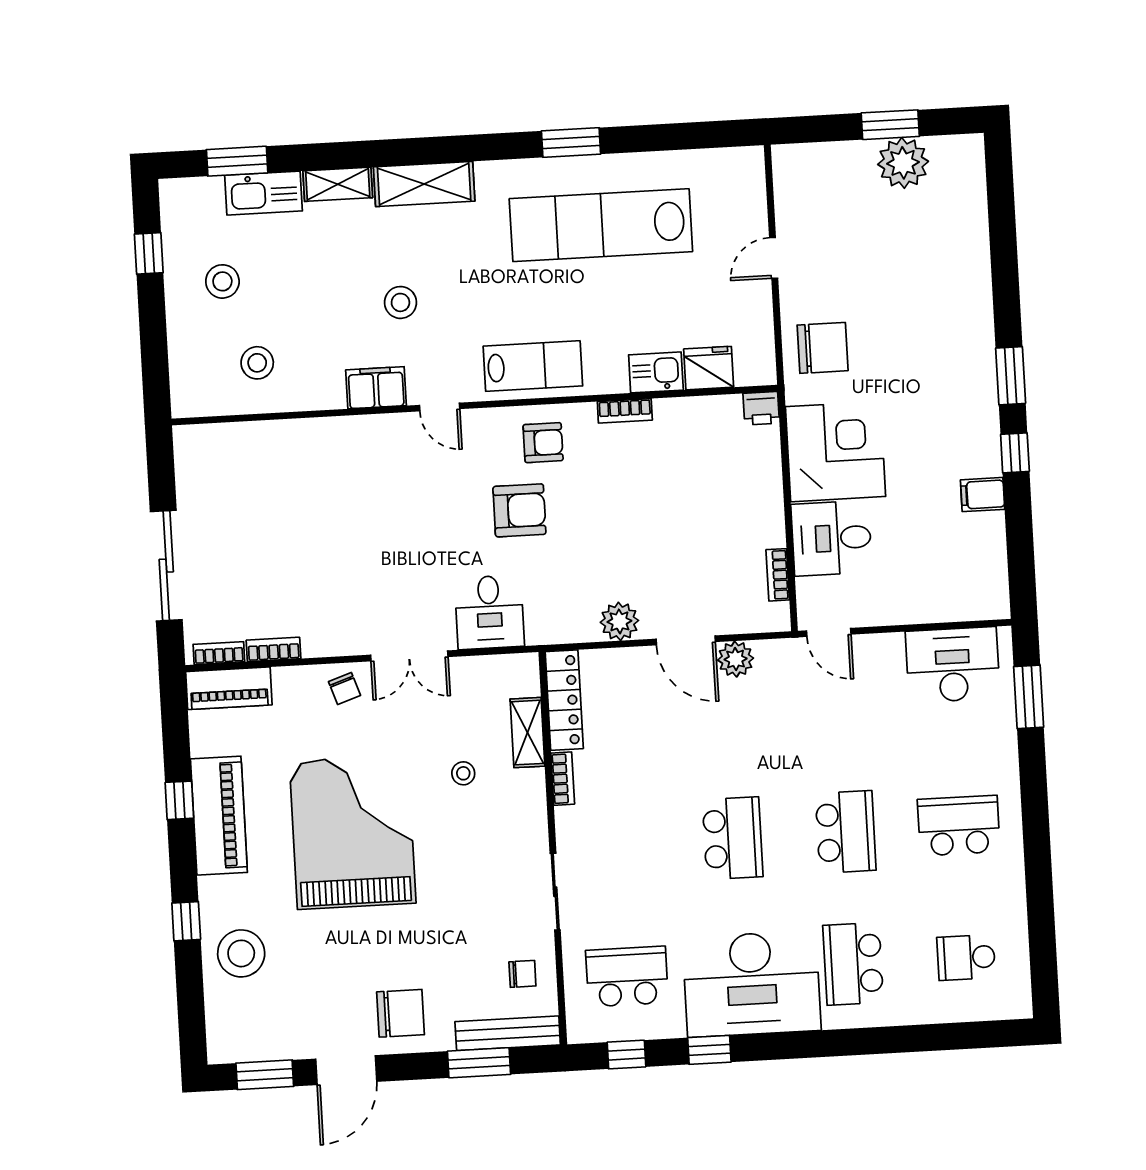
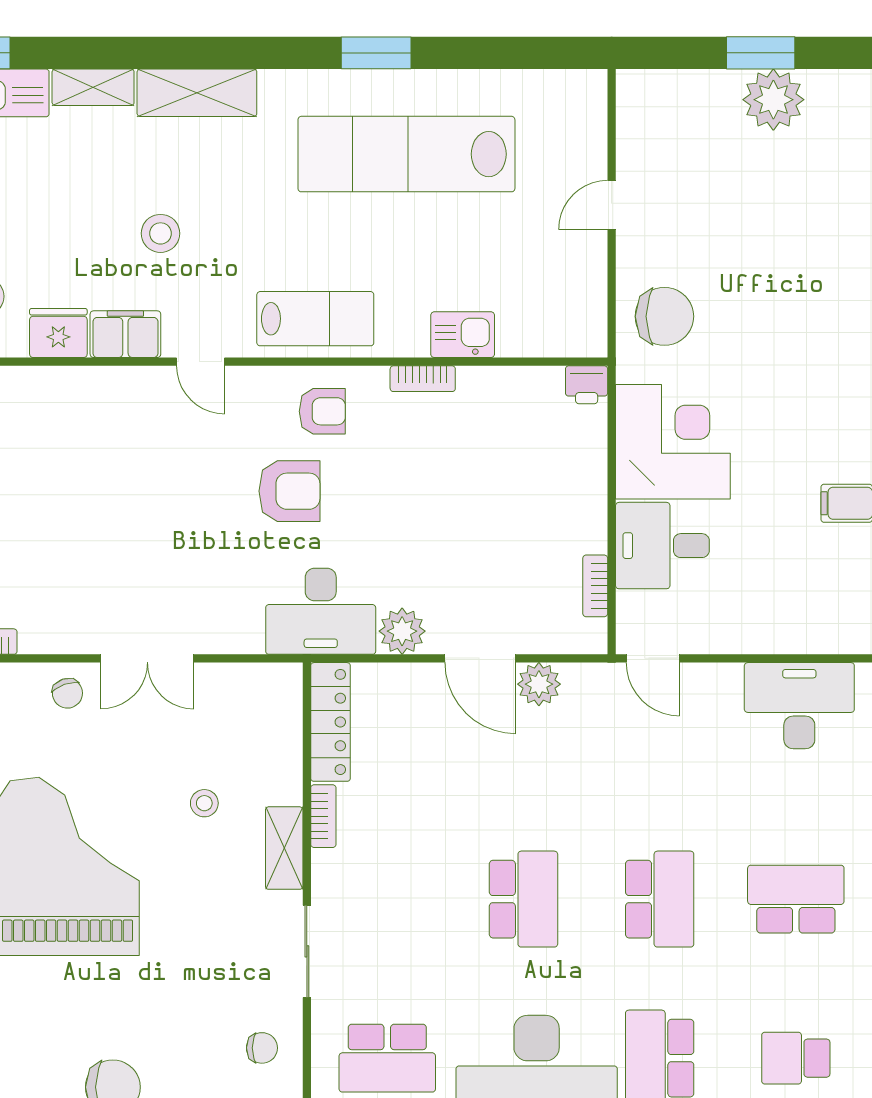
fridge: (709, 368) -> (58, 333), moved
desk: (489, 612) -> (321, 611), moved, width x1.37
shelving: (527, 733) -> (284, 848), moved
school desk: (627, 976) -> (387, 1058), turned 180

